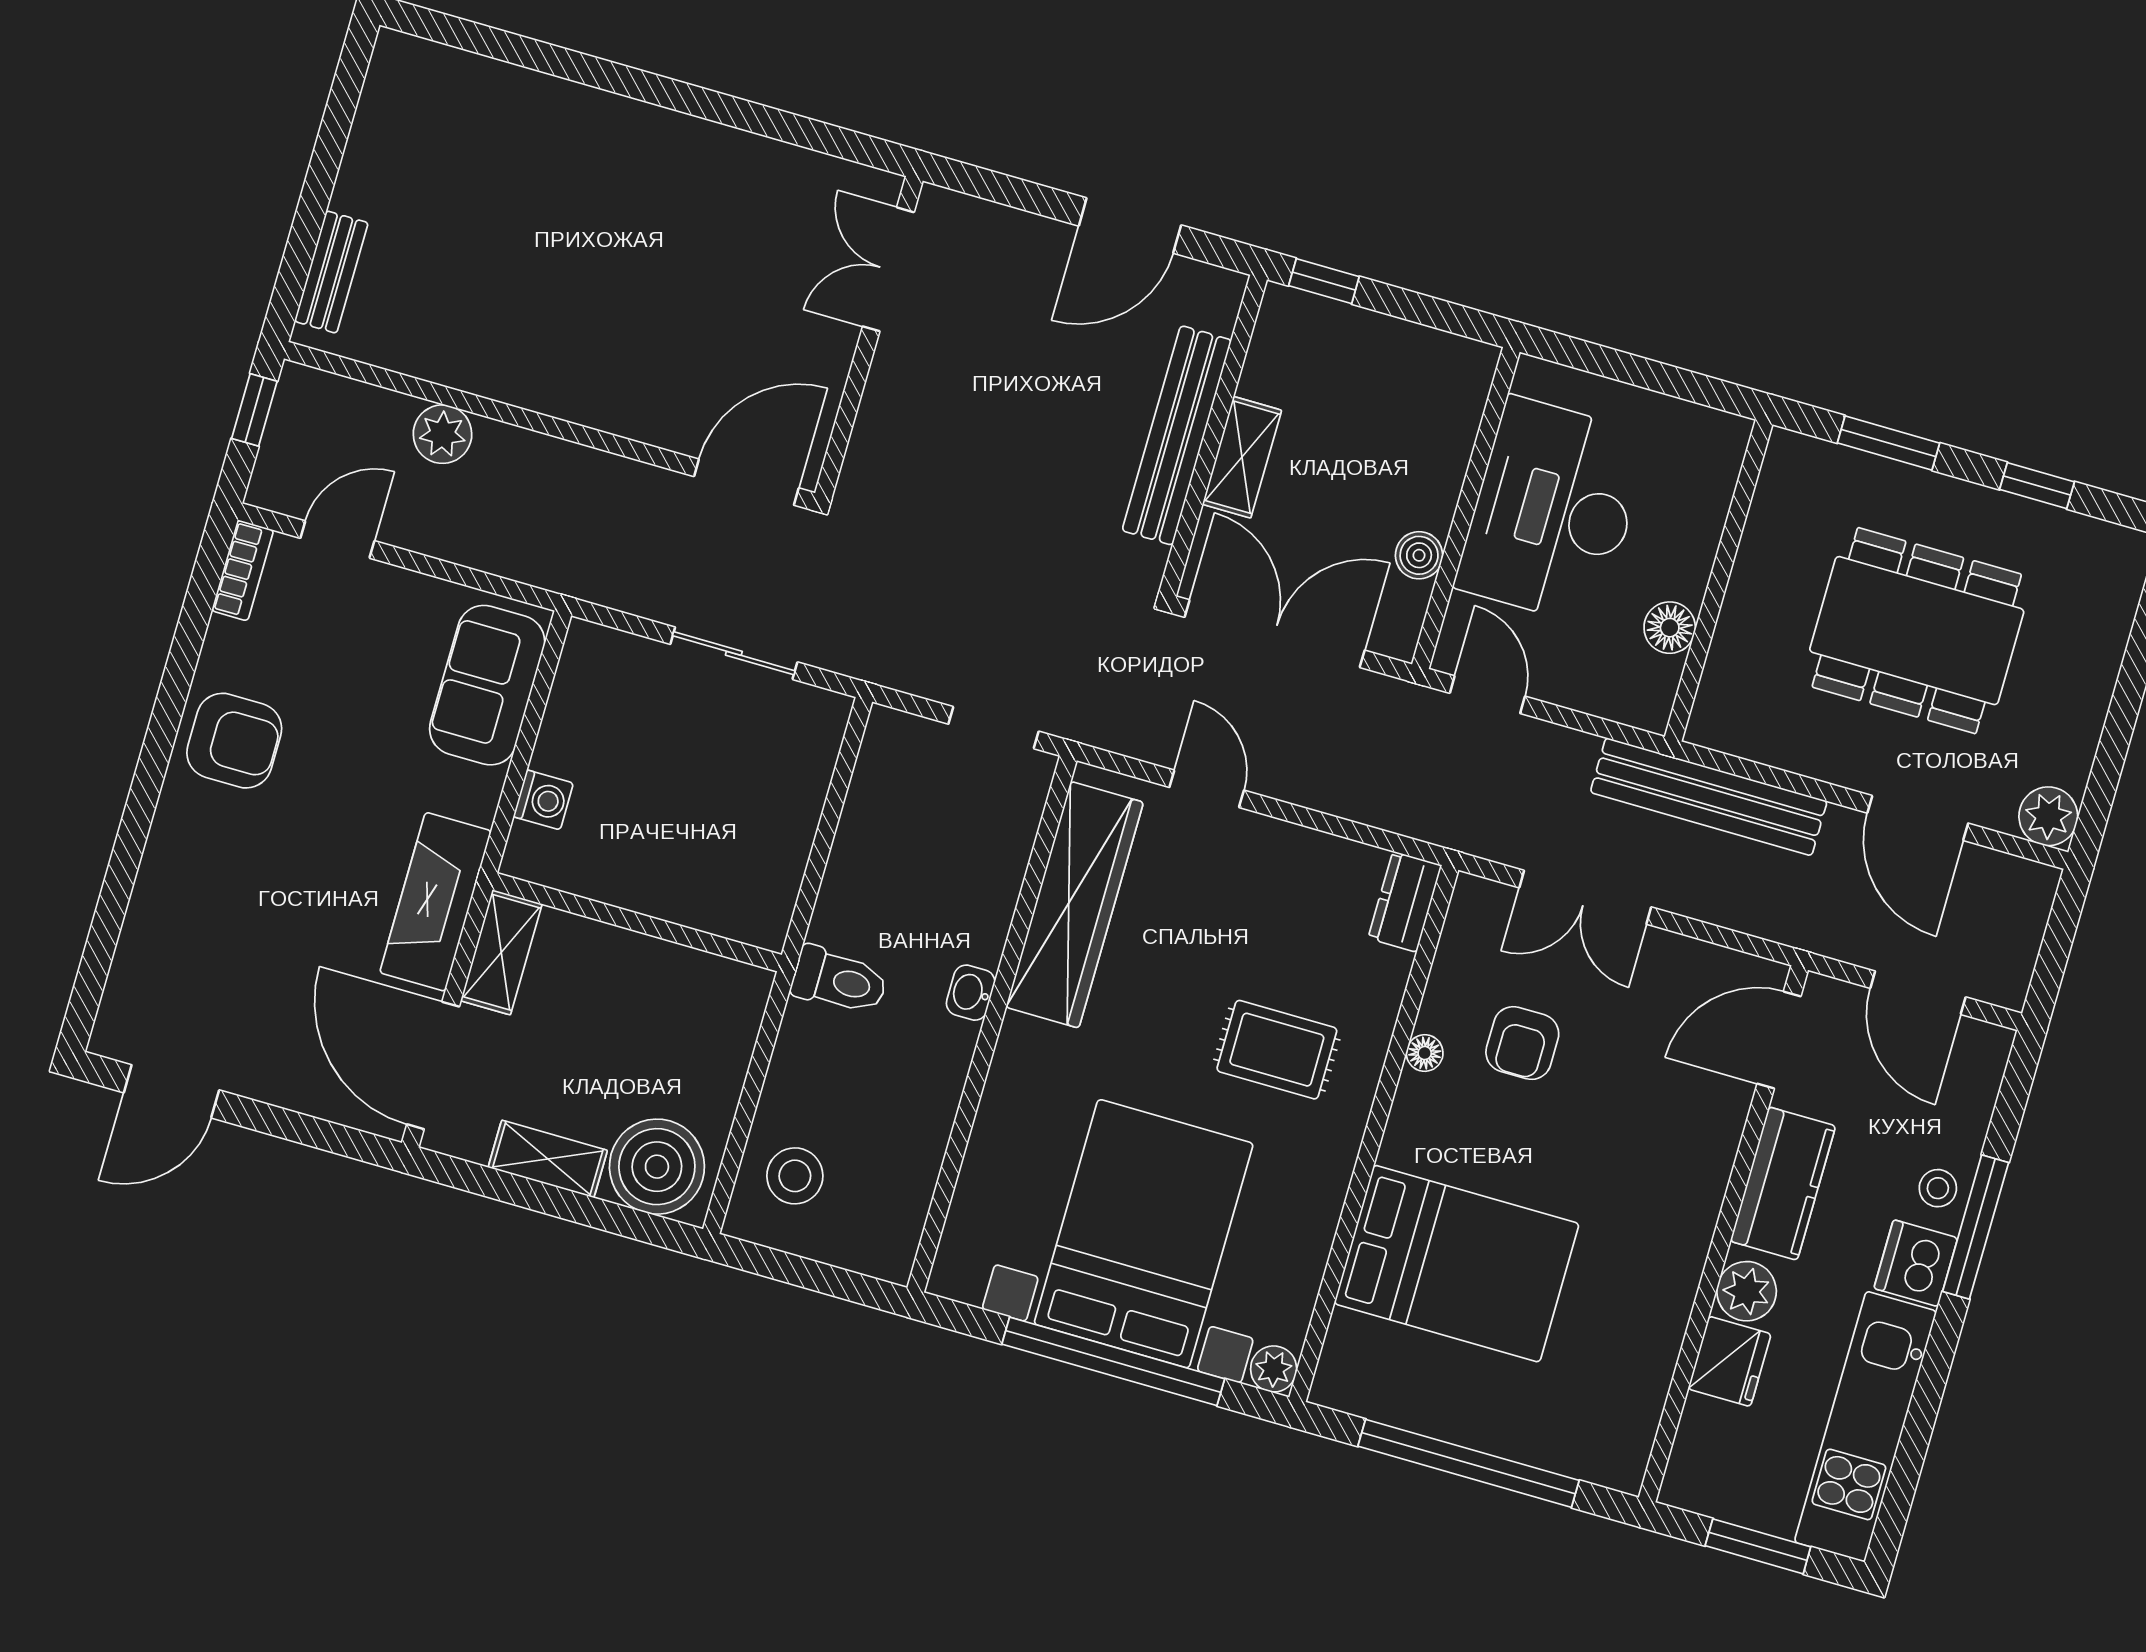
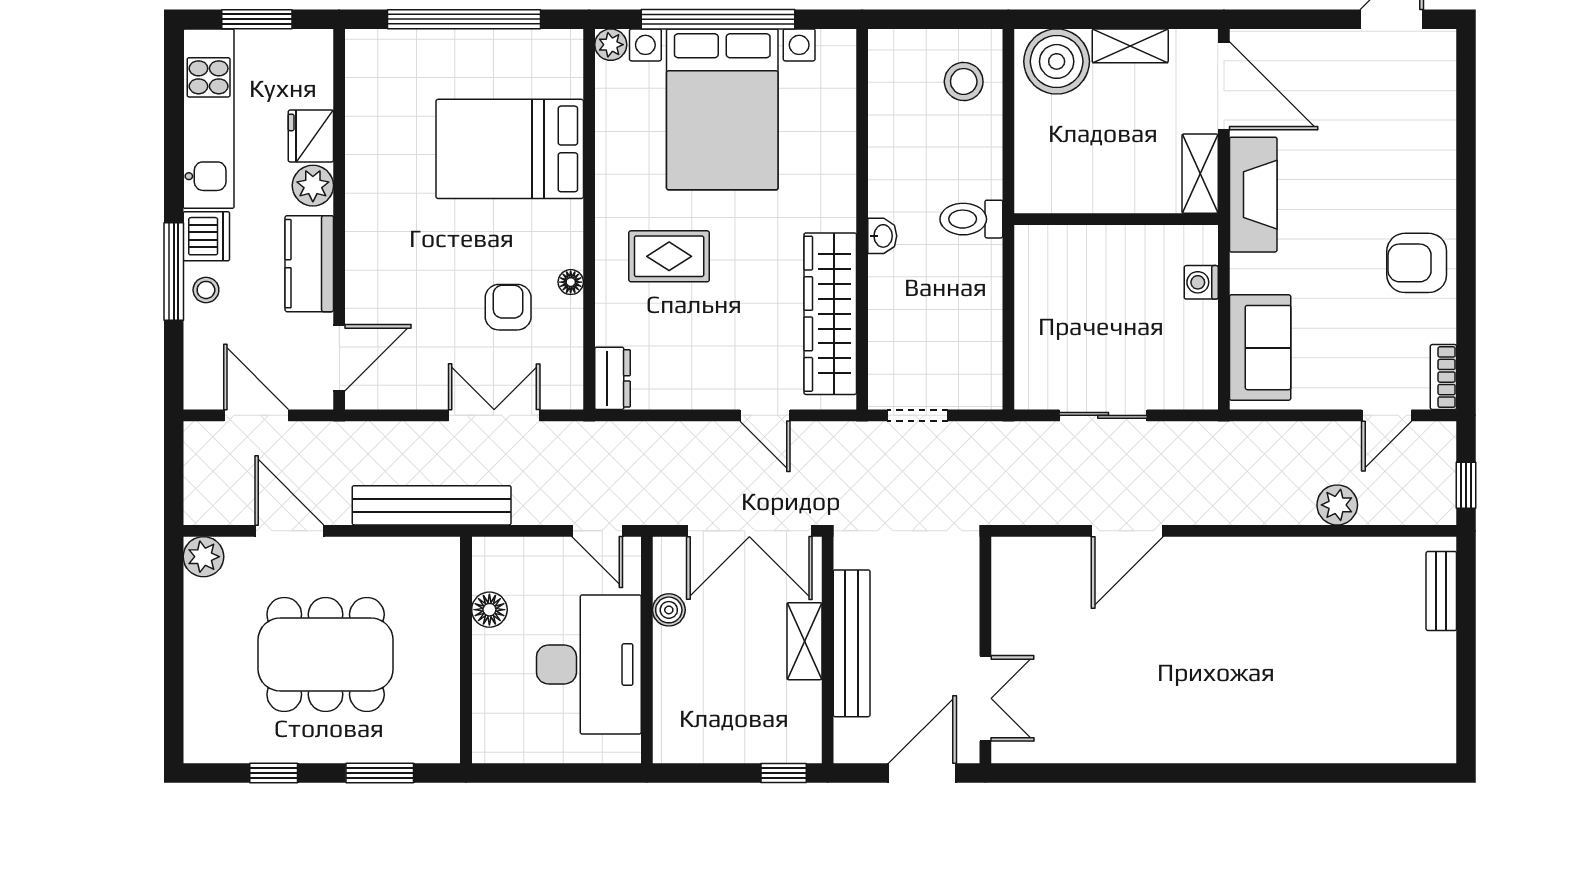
double door: (888, 269) -> (985, 698), moved
wall: (869, 337) -> (985, 650), moved

